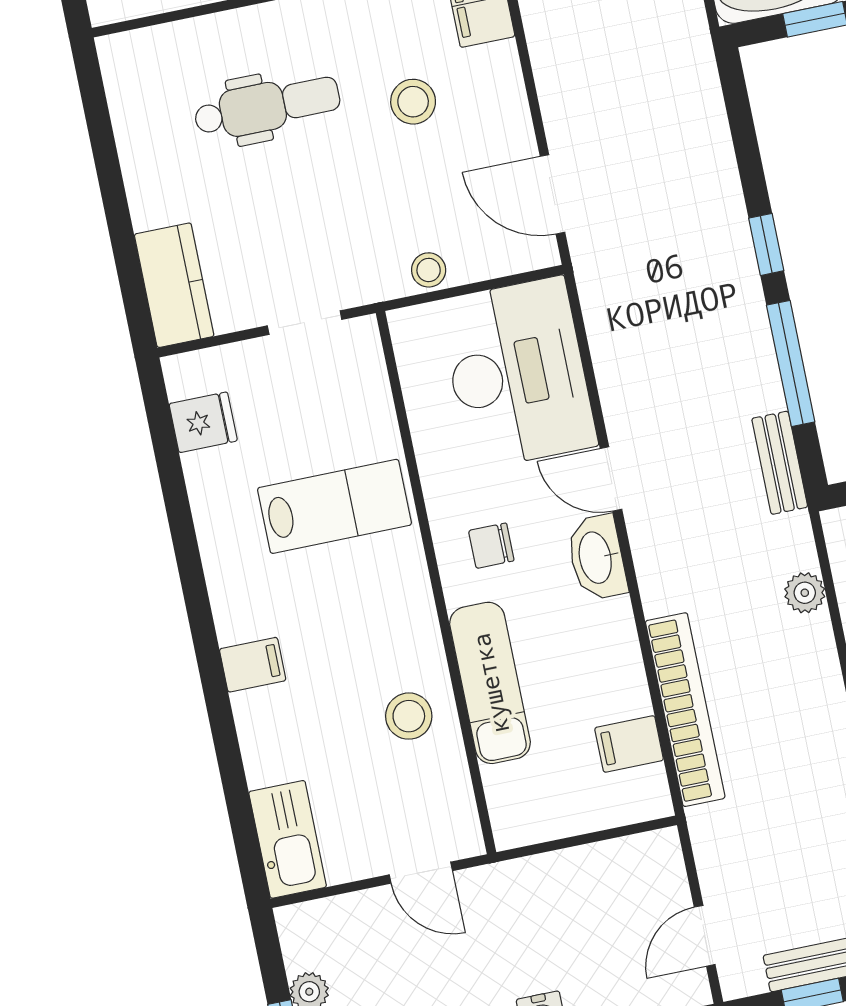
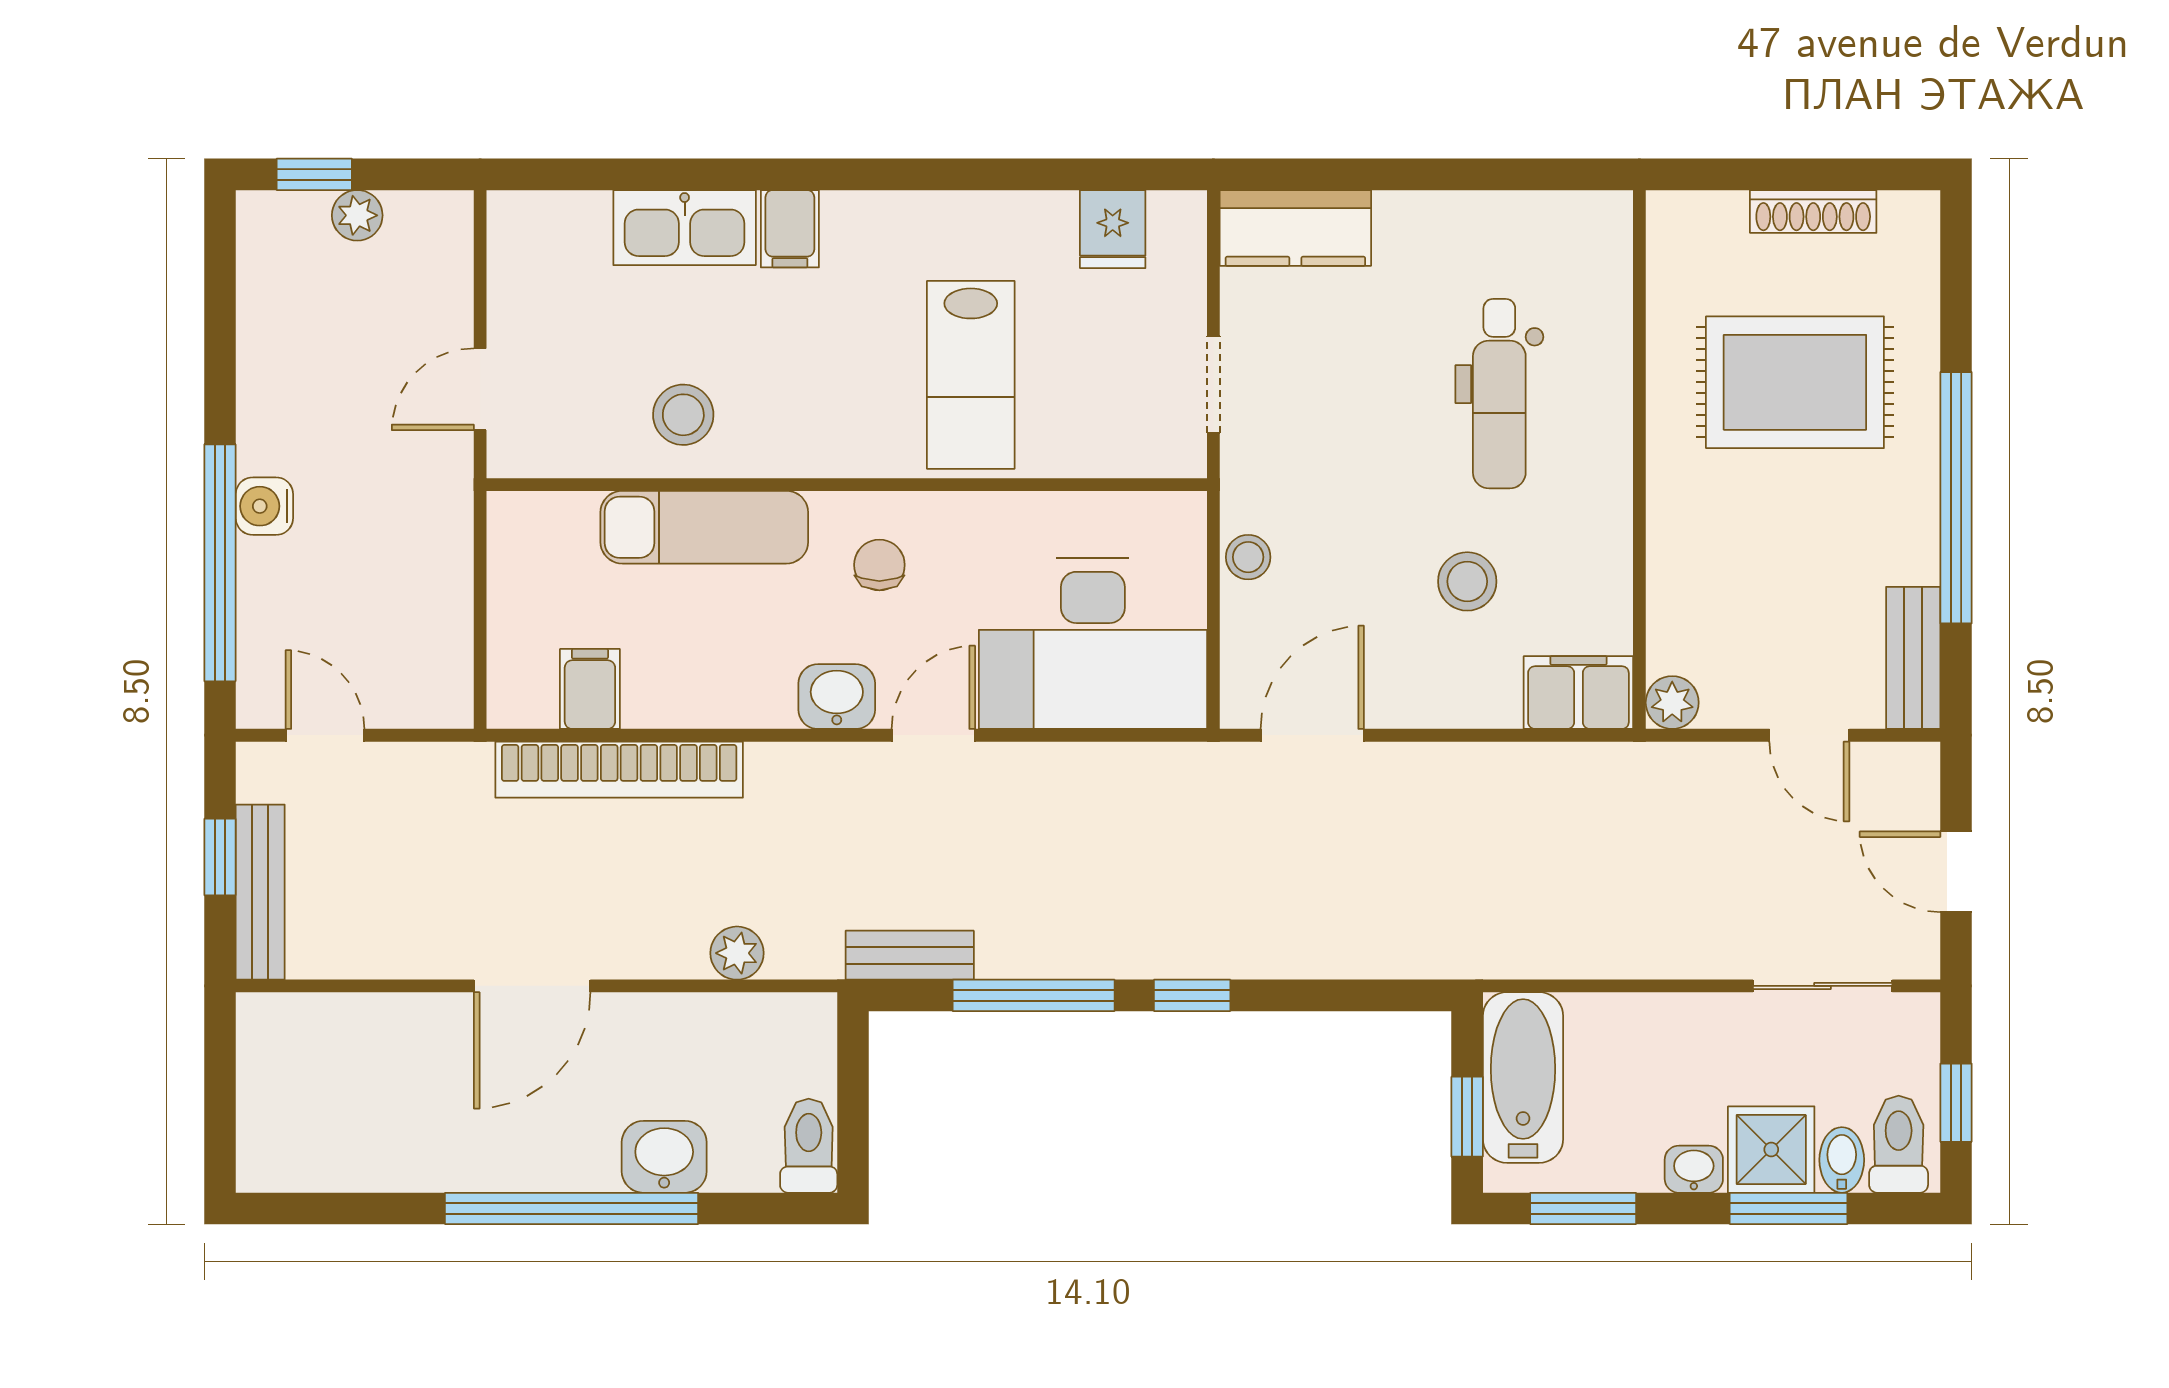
washbasin: (597, 557) -> (837, 697), width x0.72
kitchen sink: (288, 839) -> (685, 228), moved

